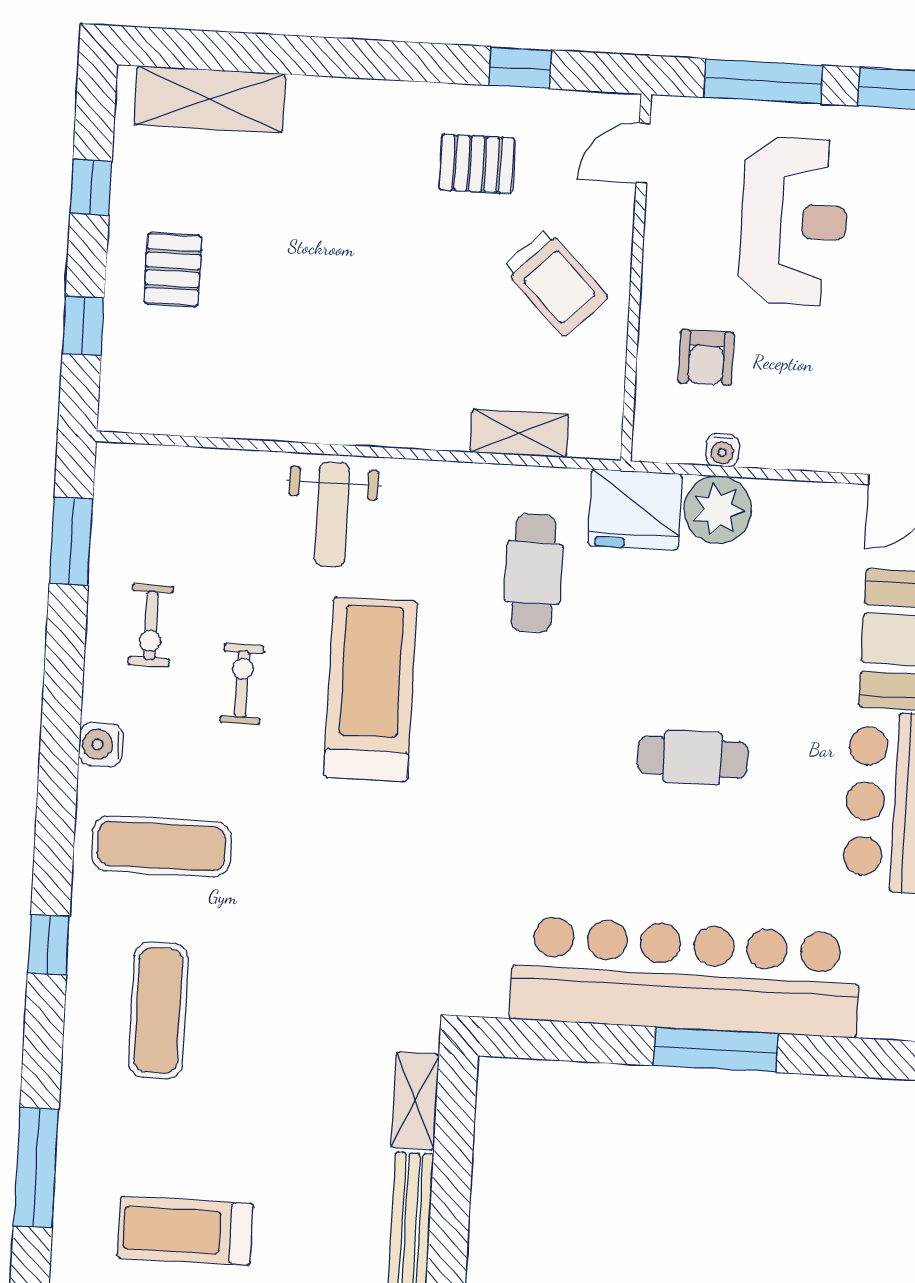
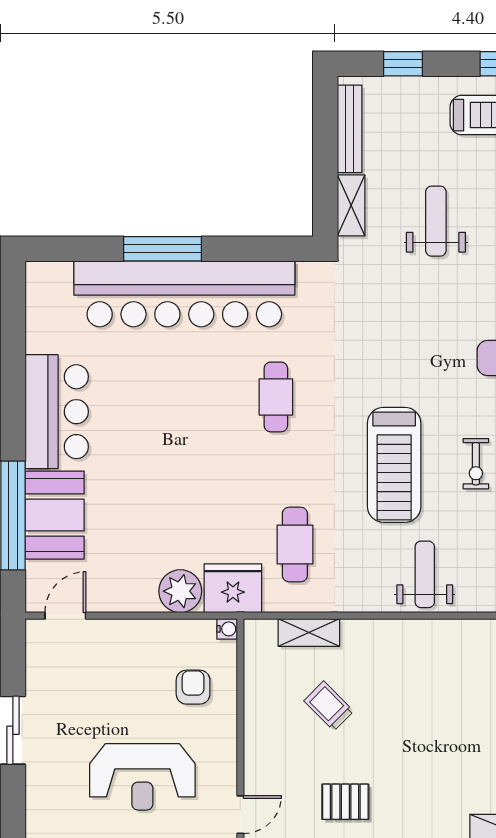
reception desk: (794, 221) -> (142, 777), turned -90
trolley: (555, 282) -> (329, 706), moved, width x0.73, depth x0.72
water cooler: (722, 450) -> (227, 629), moved, turned 90
cafe table: (693, 757) -> (276, 397), moved, turned 90
weight bench: (283, 1069) -> (436, 221), added

